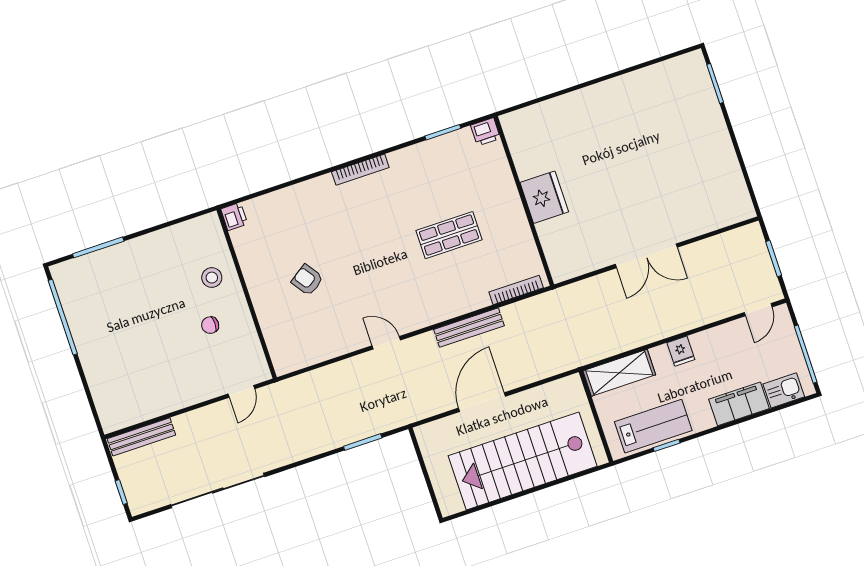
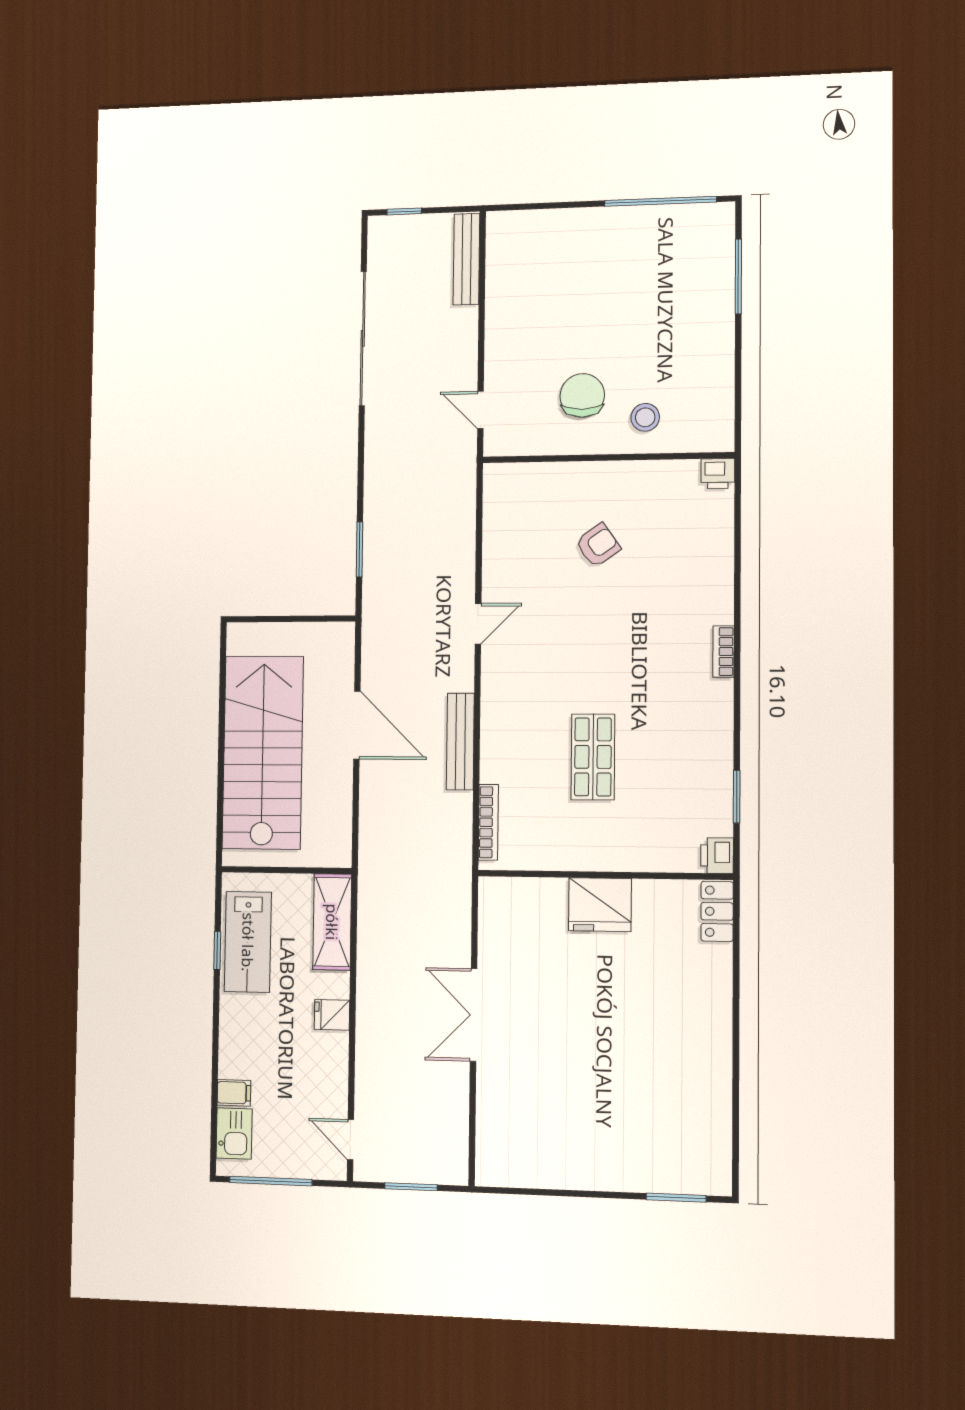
locker: (522, 120) -> (717, 911), added
bookcase: (360, 170) -> (724, 652), width x0.64
chair: (210, 325) -> (582, 395), width x1.87, depth x1.87
filing cabinet: (739, 404) -> (234, 1093), width x0.33, depth x0.86

